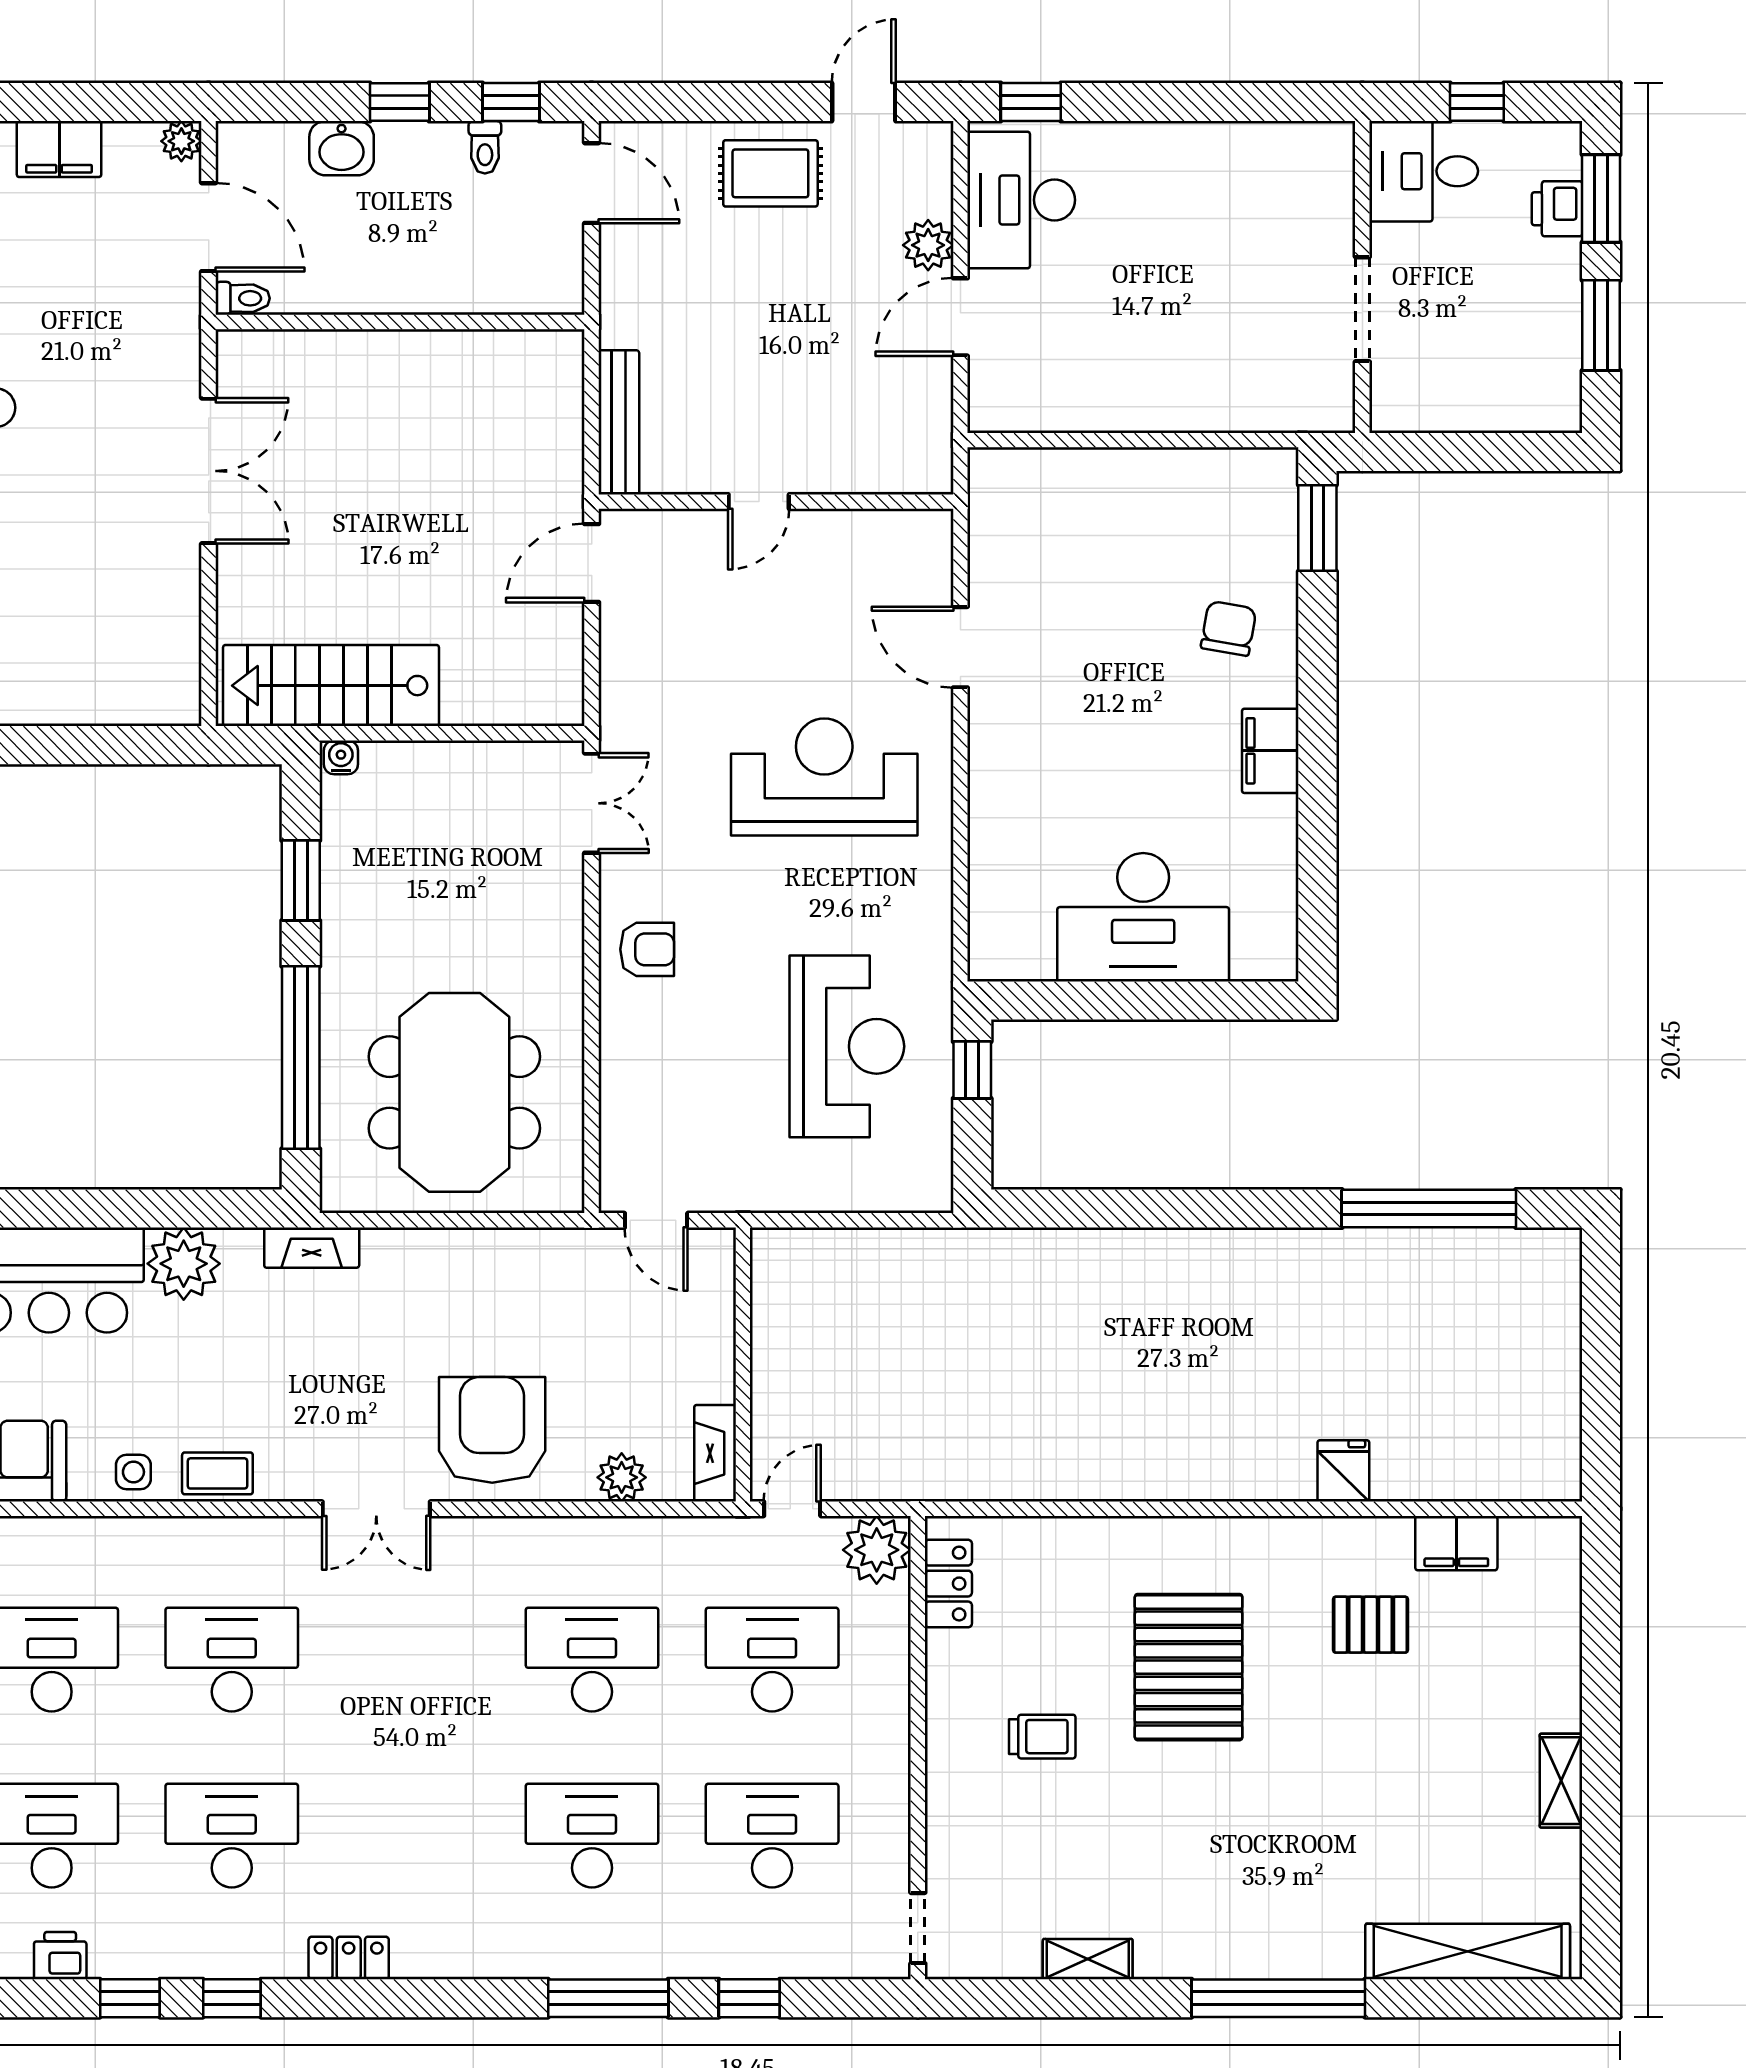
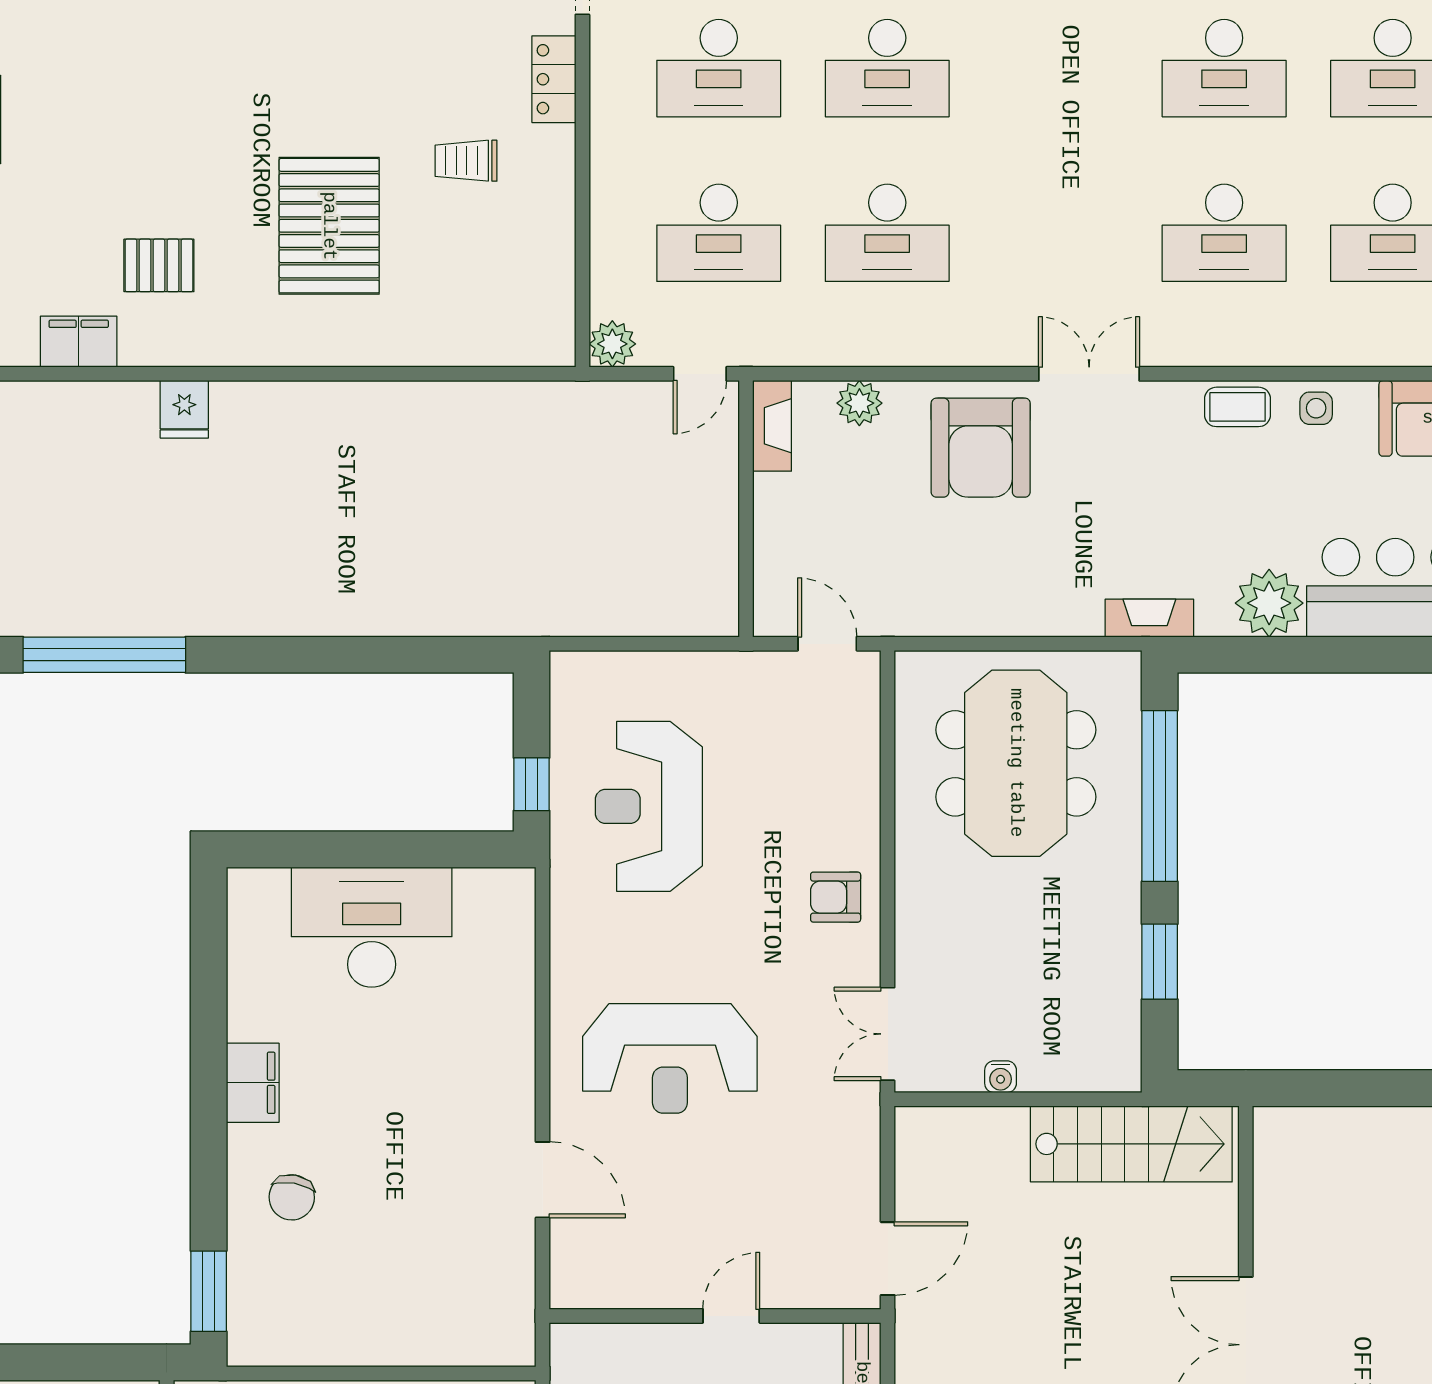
water cooler: (341, 757) -> (1001, 1077), moved
plant: (877, 1550) -> (612, 344), width x0.73, depth x0.73
locker: (948, 1584) -> (554, 79), moved

